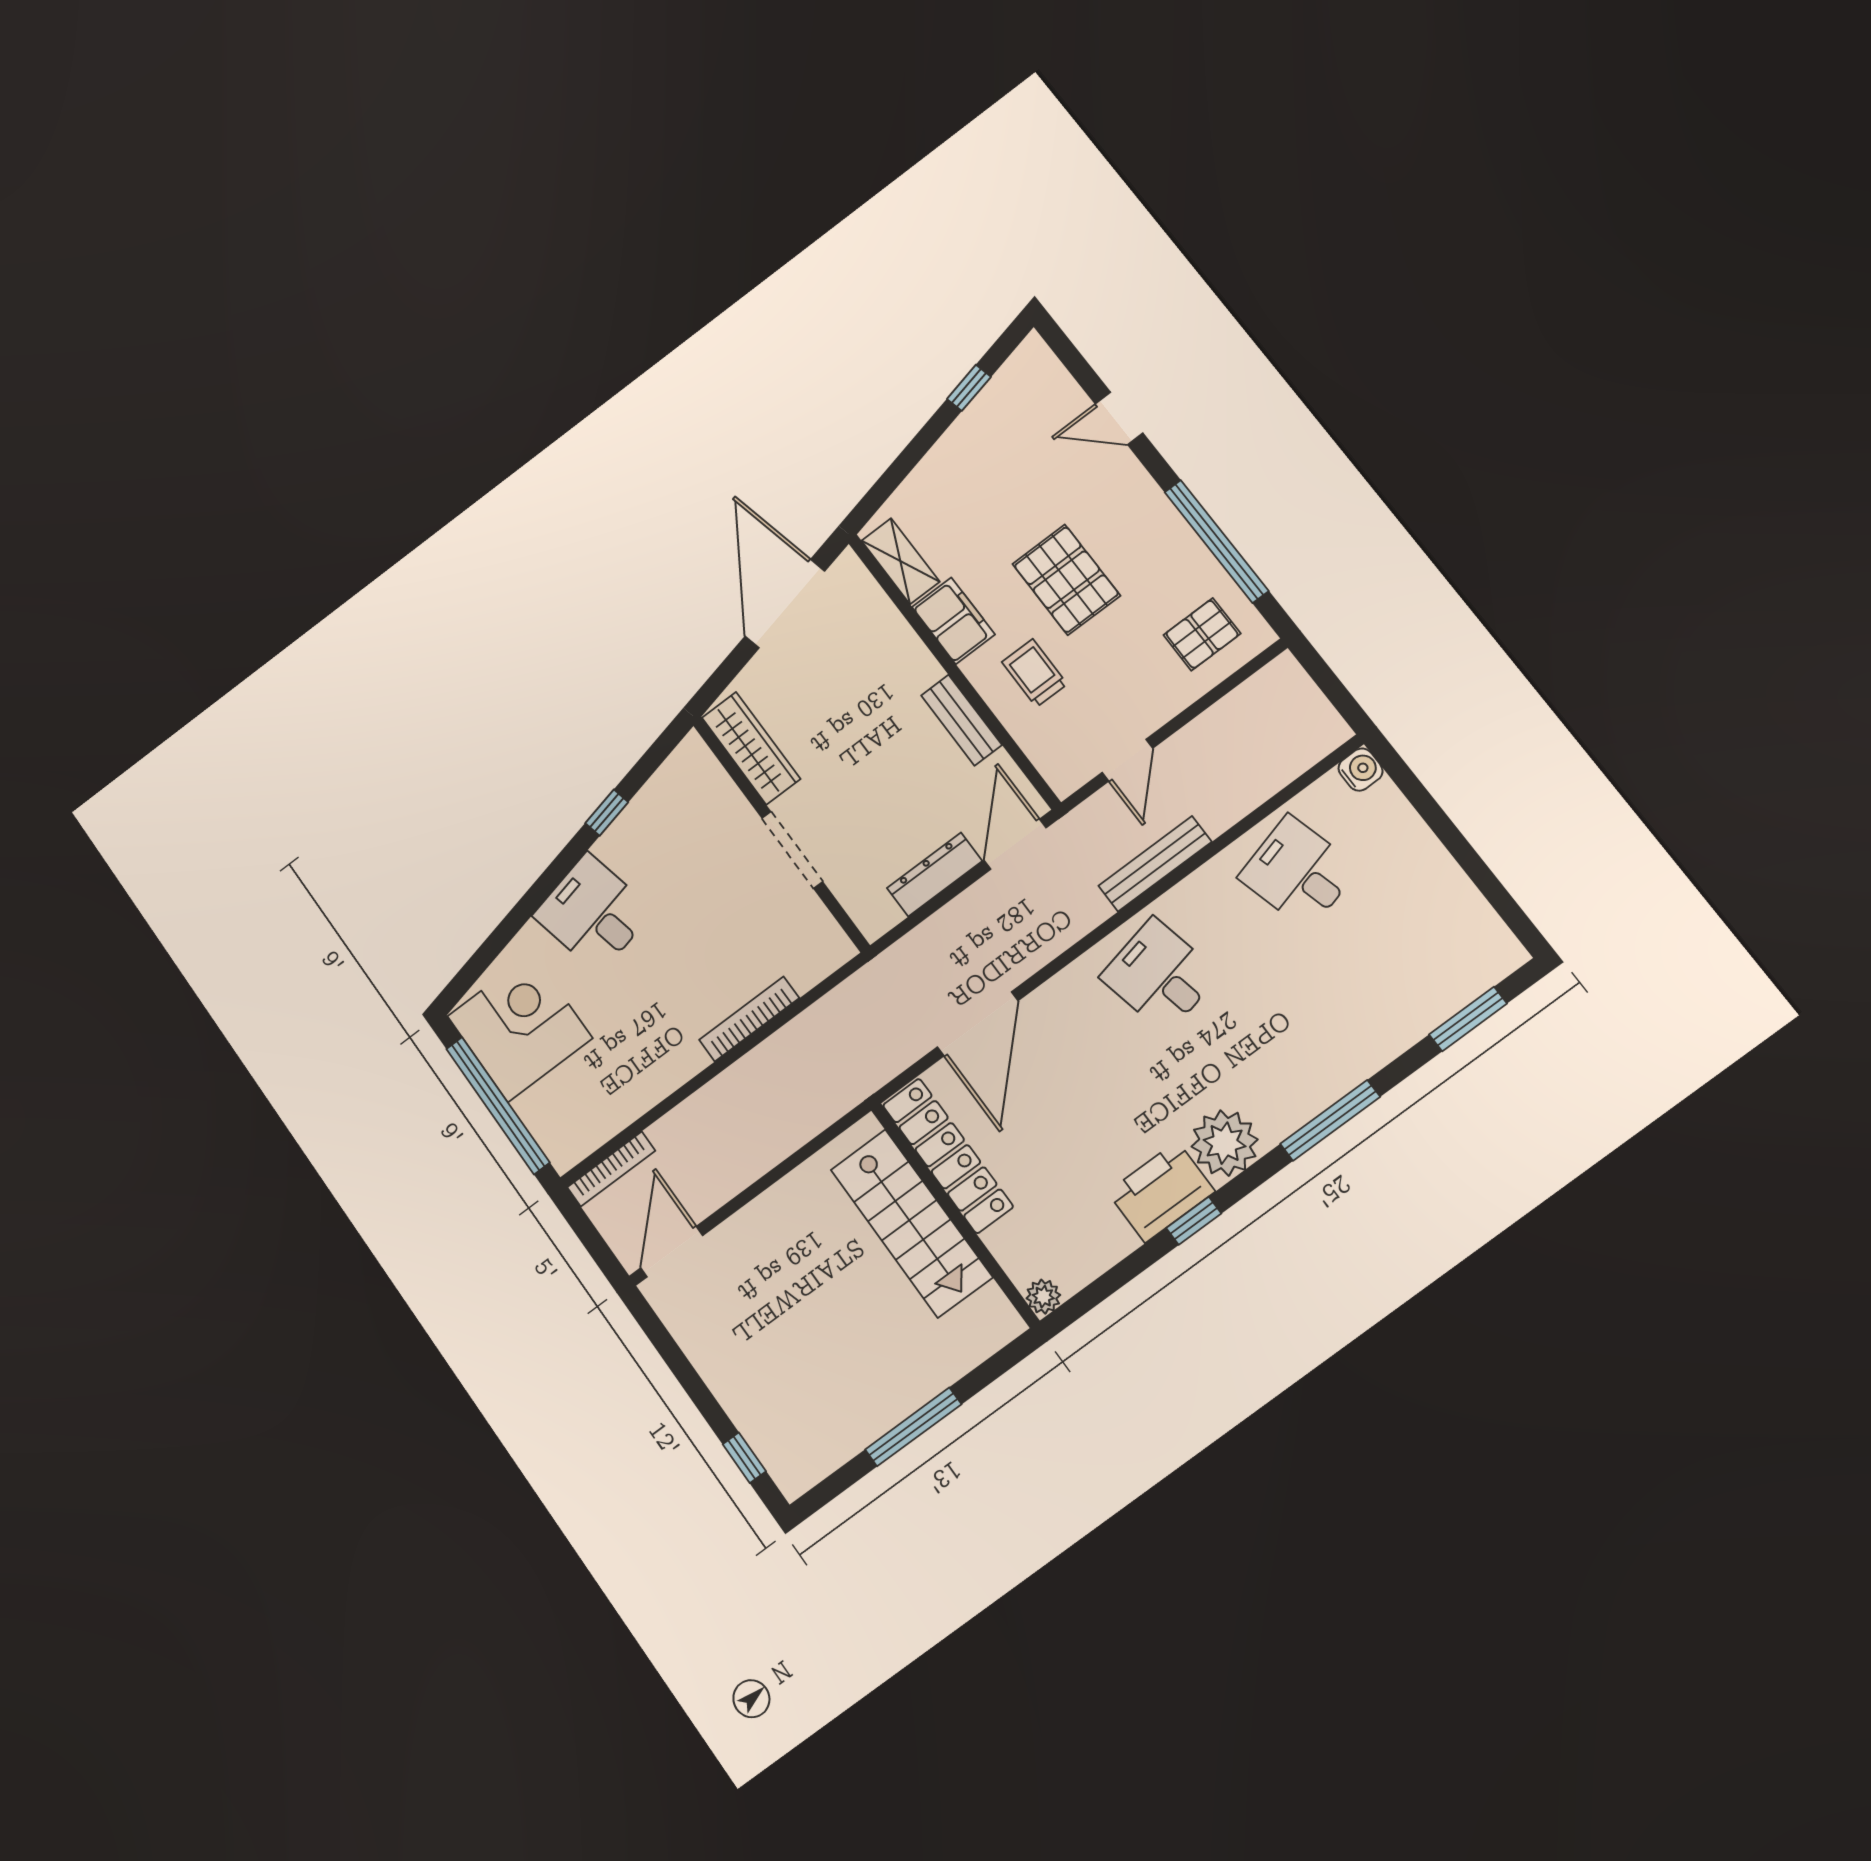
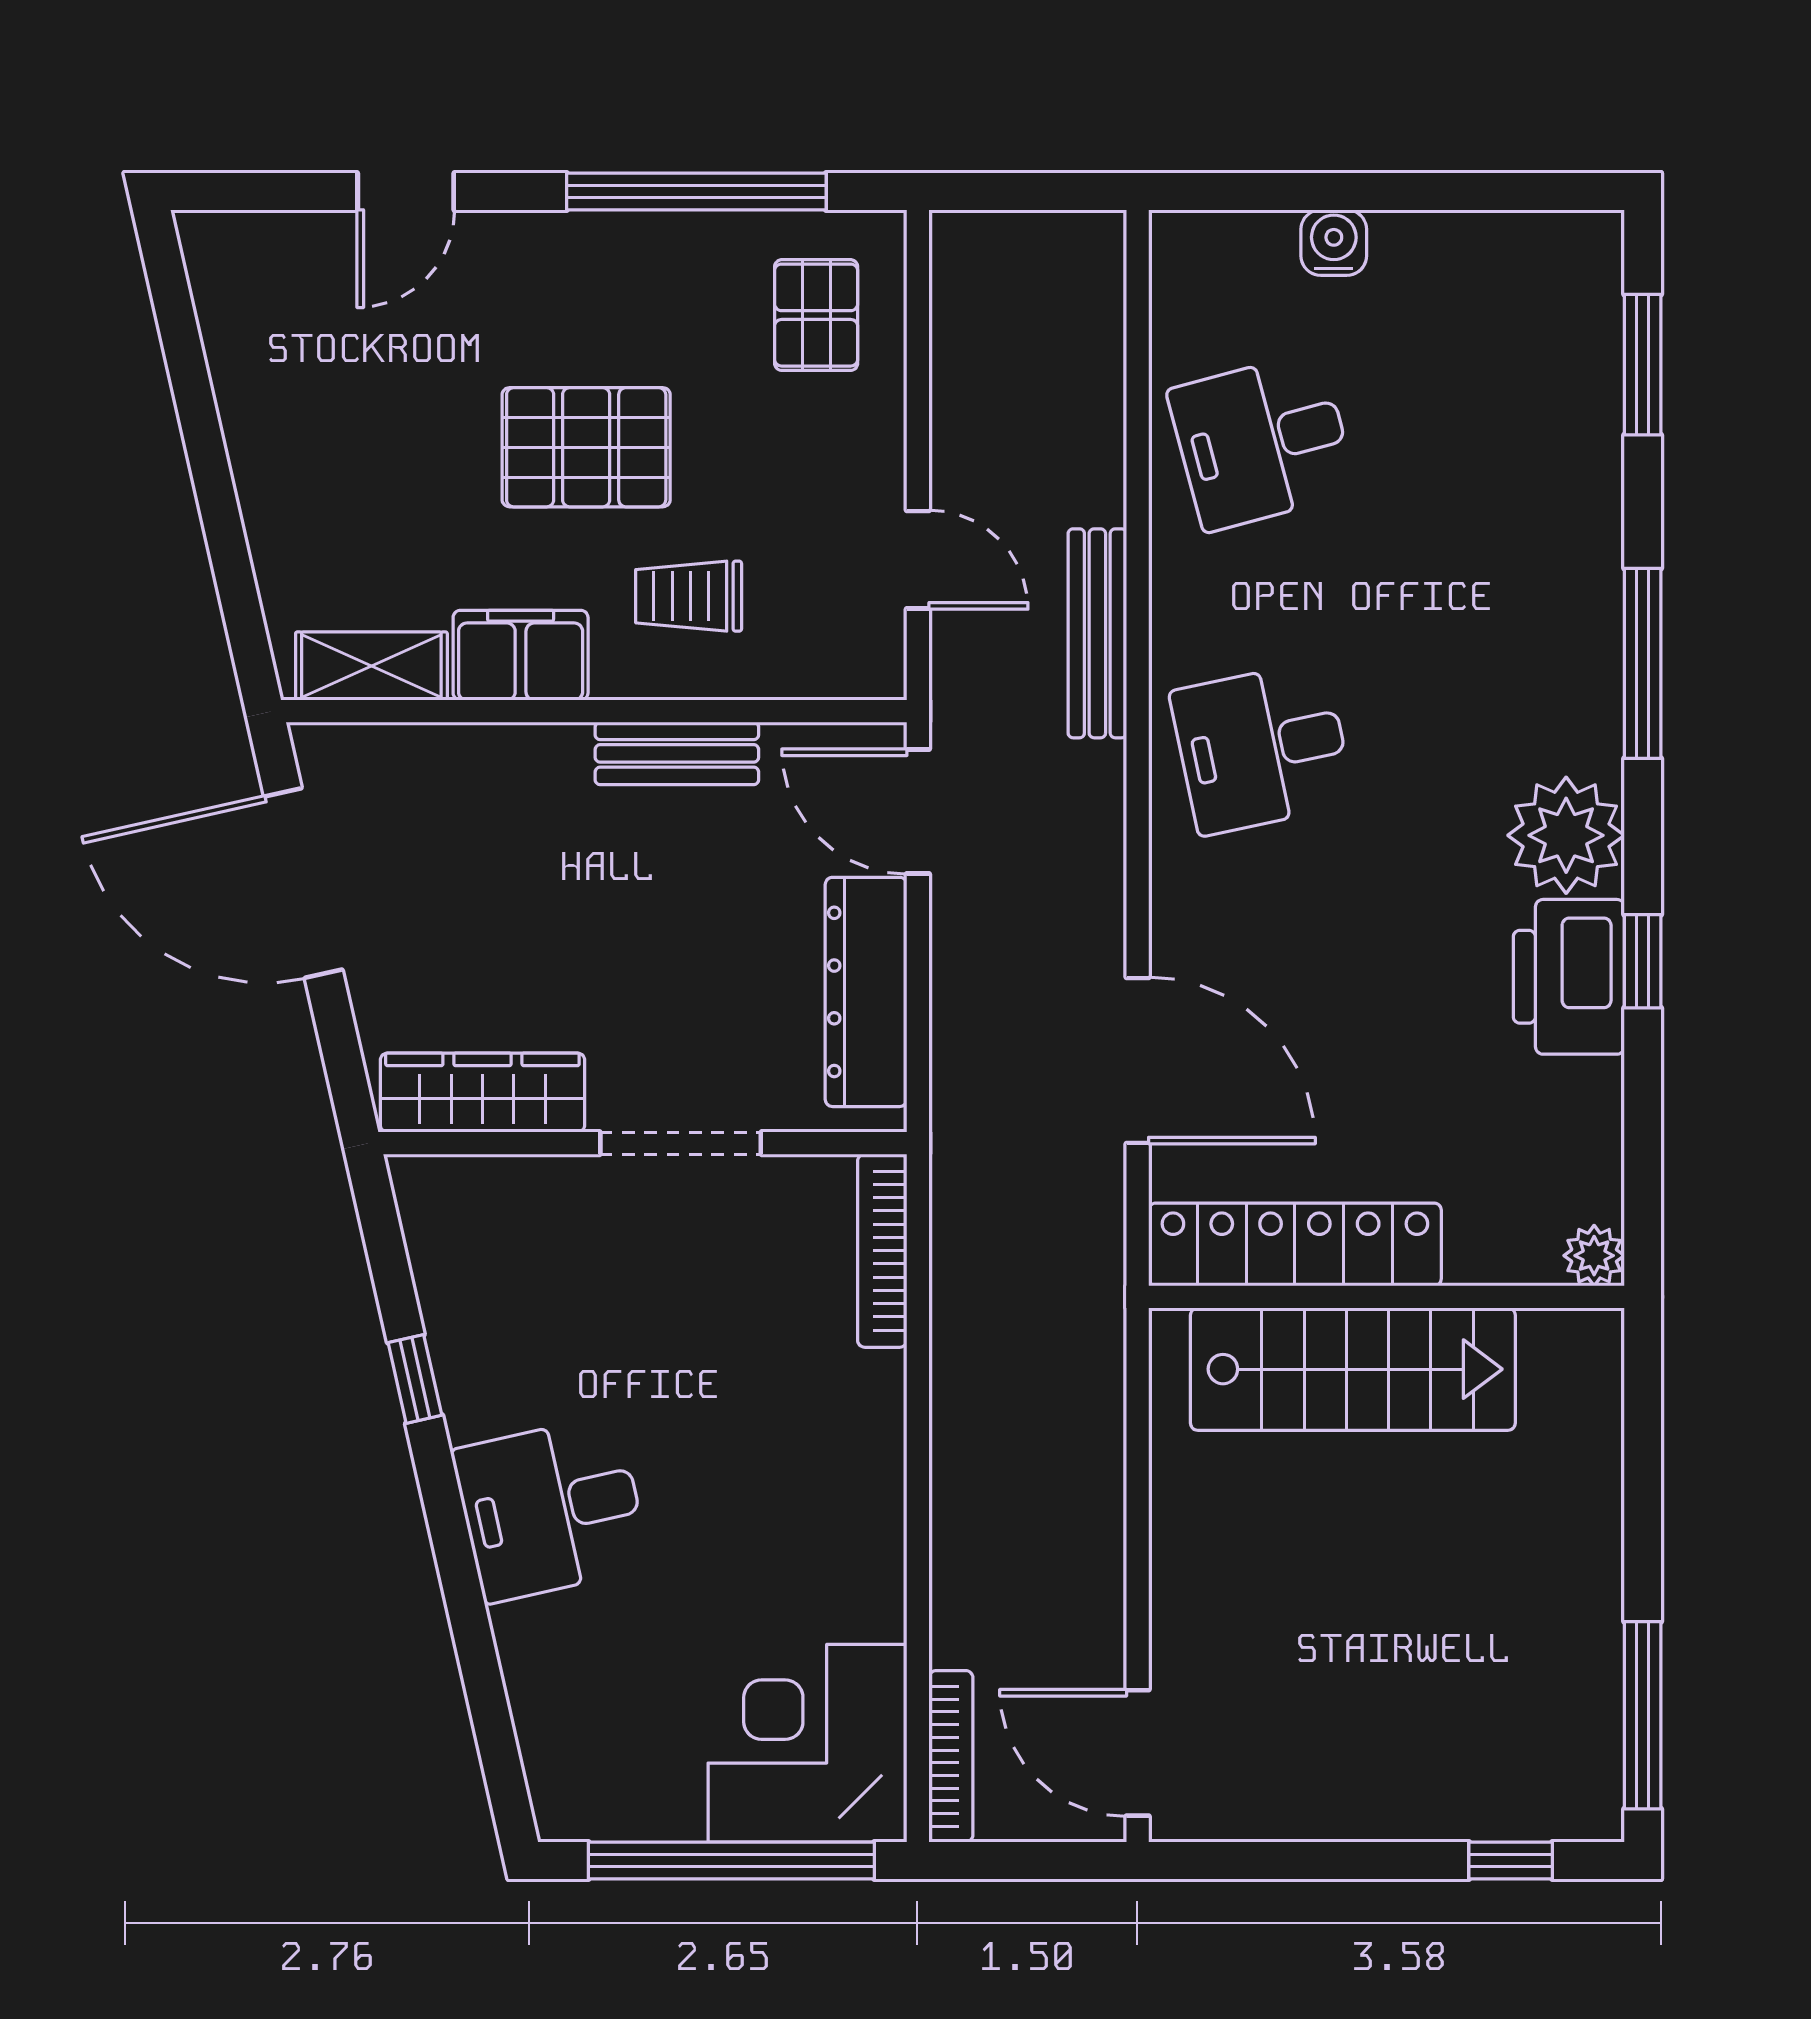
window: (969, 388) -> (188, 372), removed
water cooler: (1360, 770) -> (1334, 243), moved
dresser: (935, 874) -> (866, 992), width x1.37, depth x1.24
bookcase: (749, 1019) -> (882, 1251), moved
corner desk: (520, 1027) -> (807, 1743), moved
window: (913, 1427) -> (1643, 1715), moved

